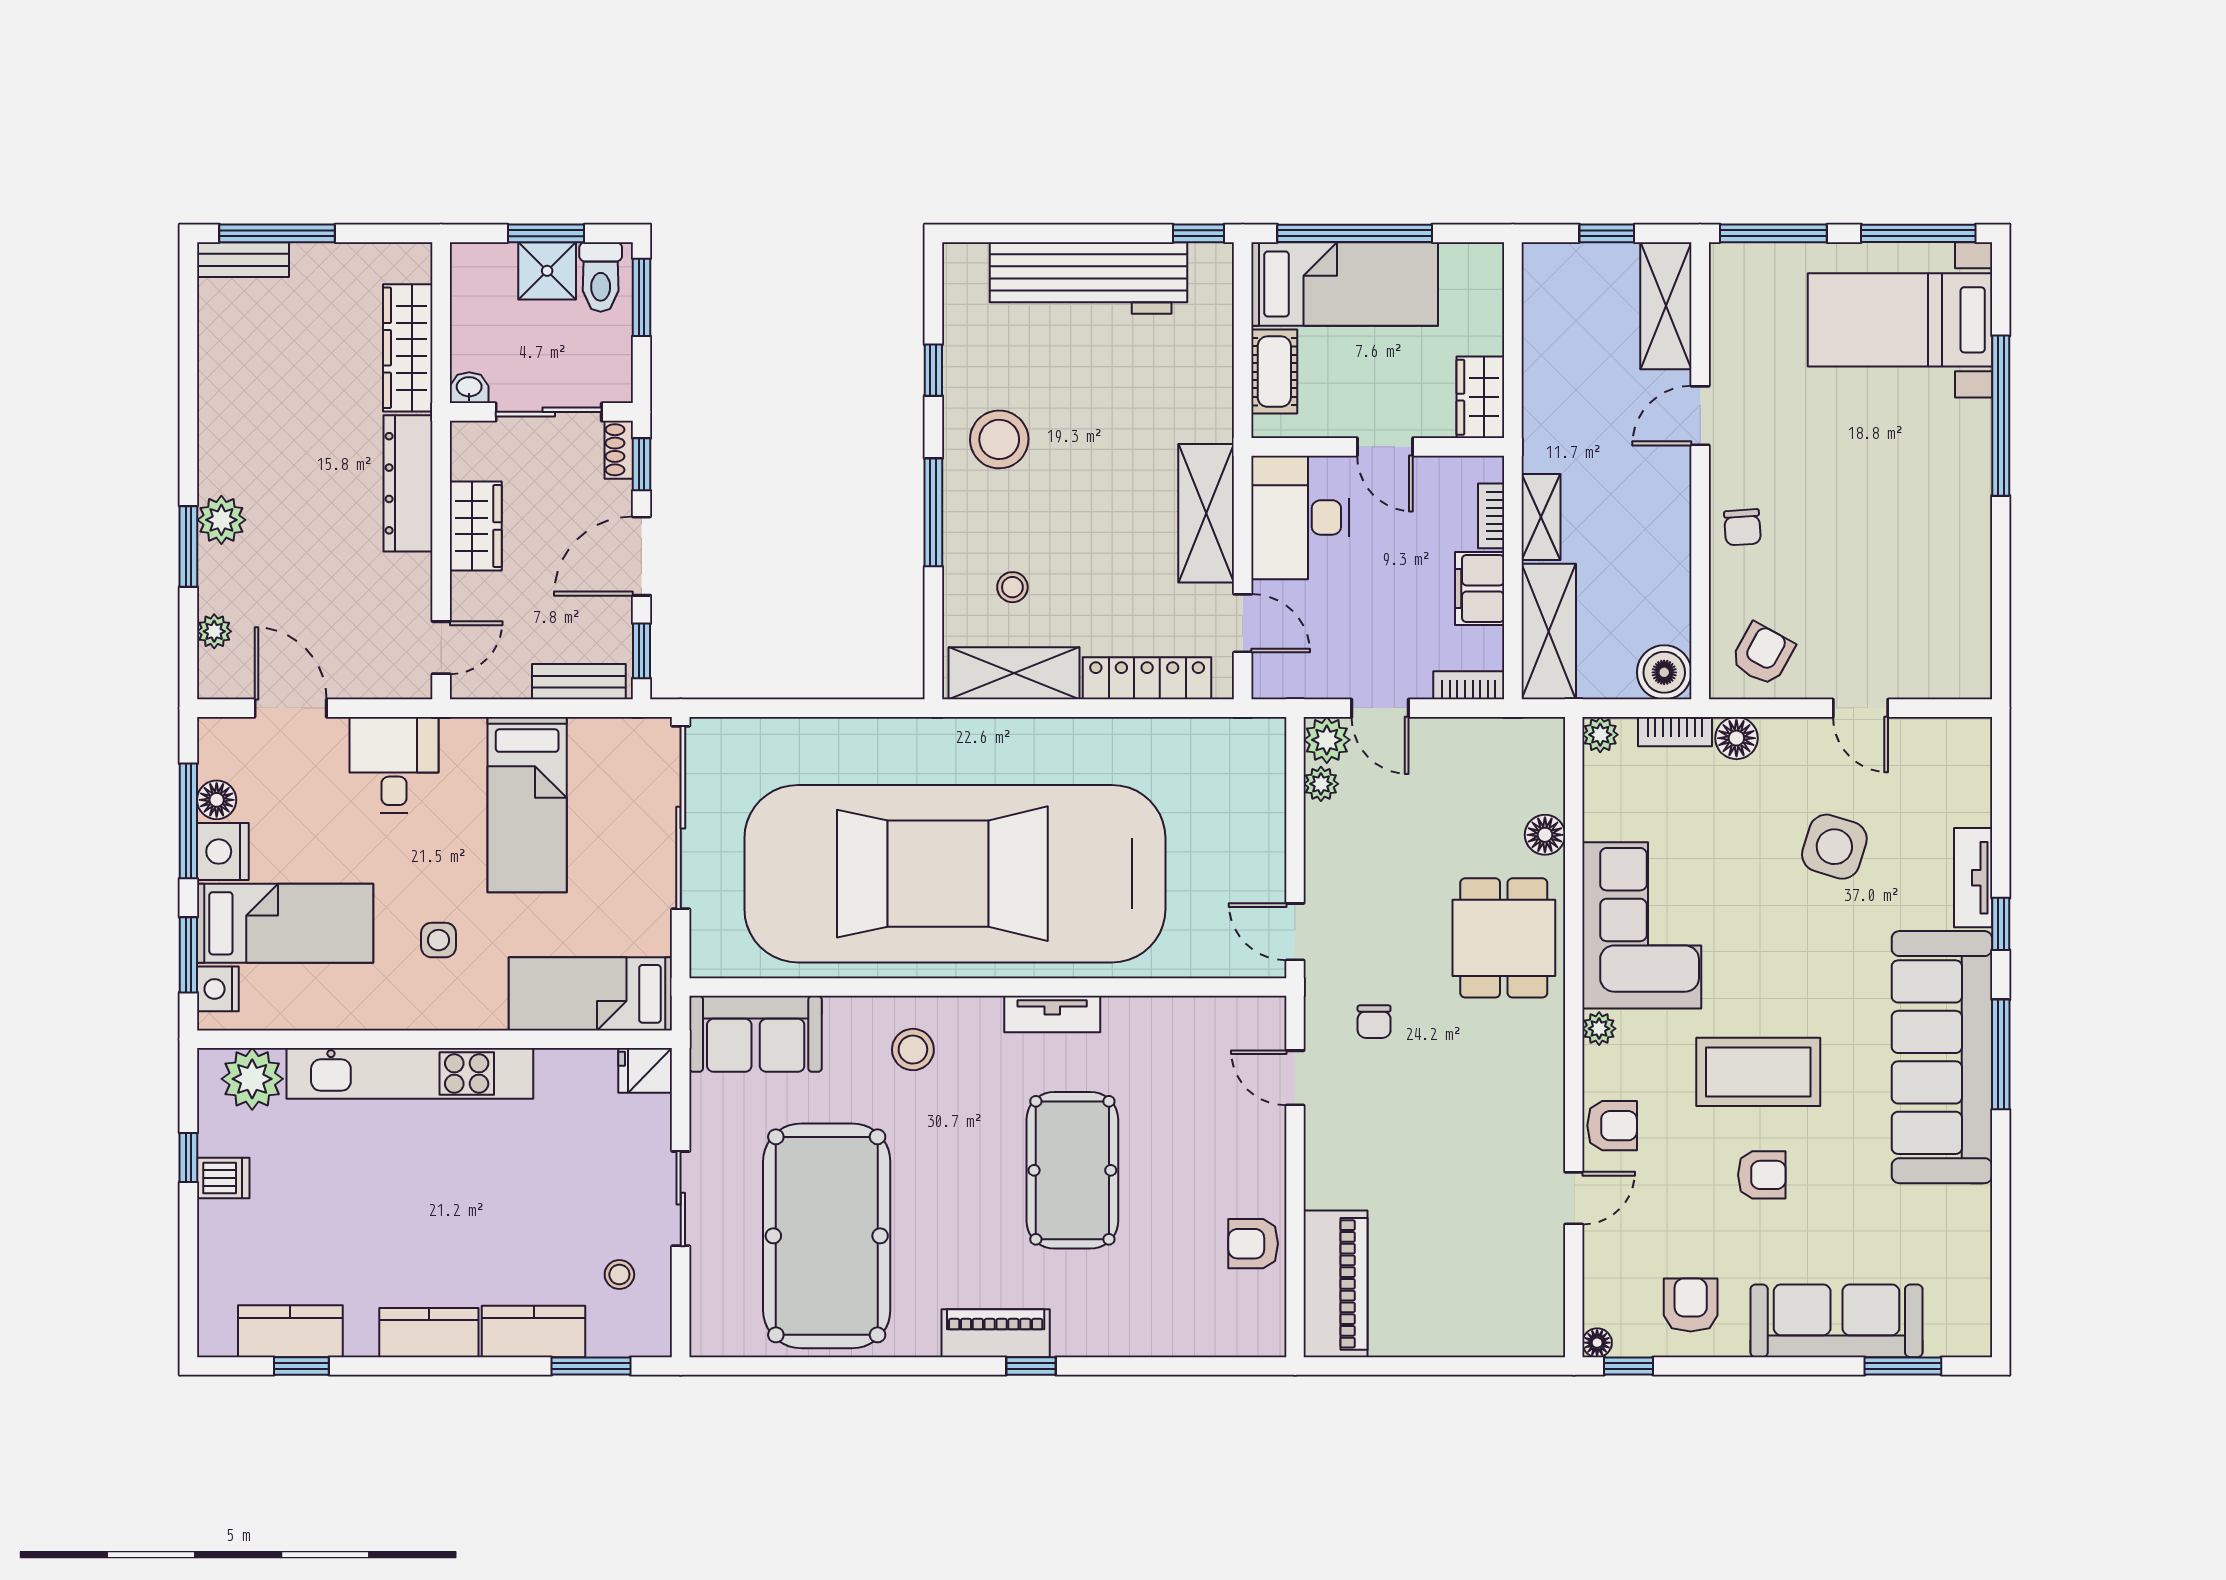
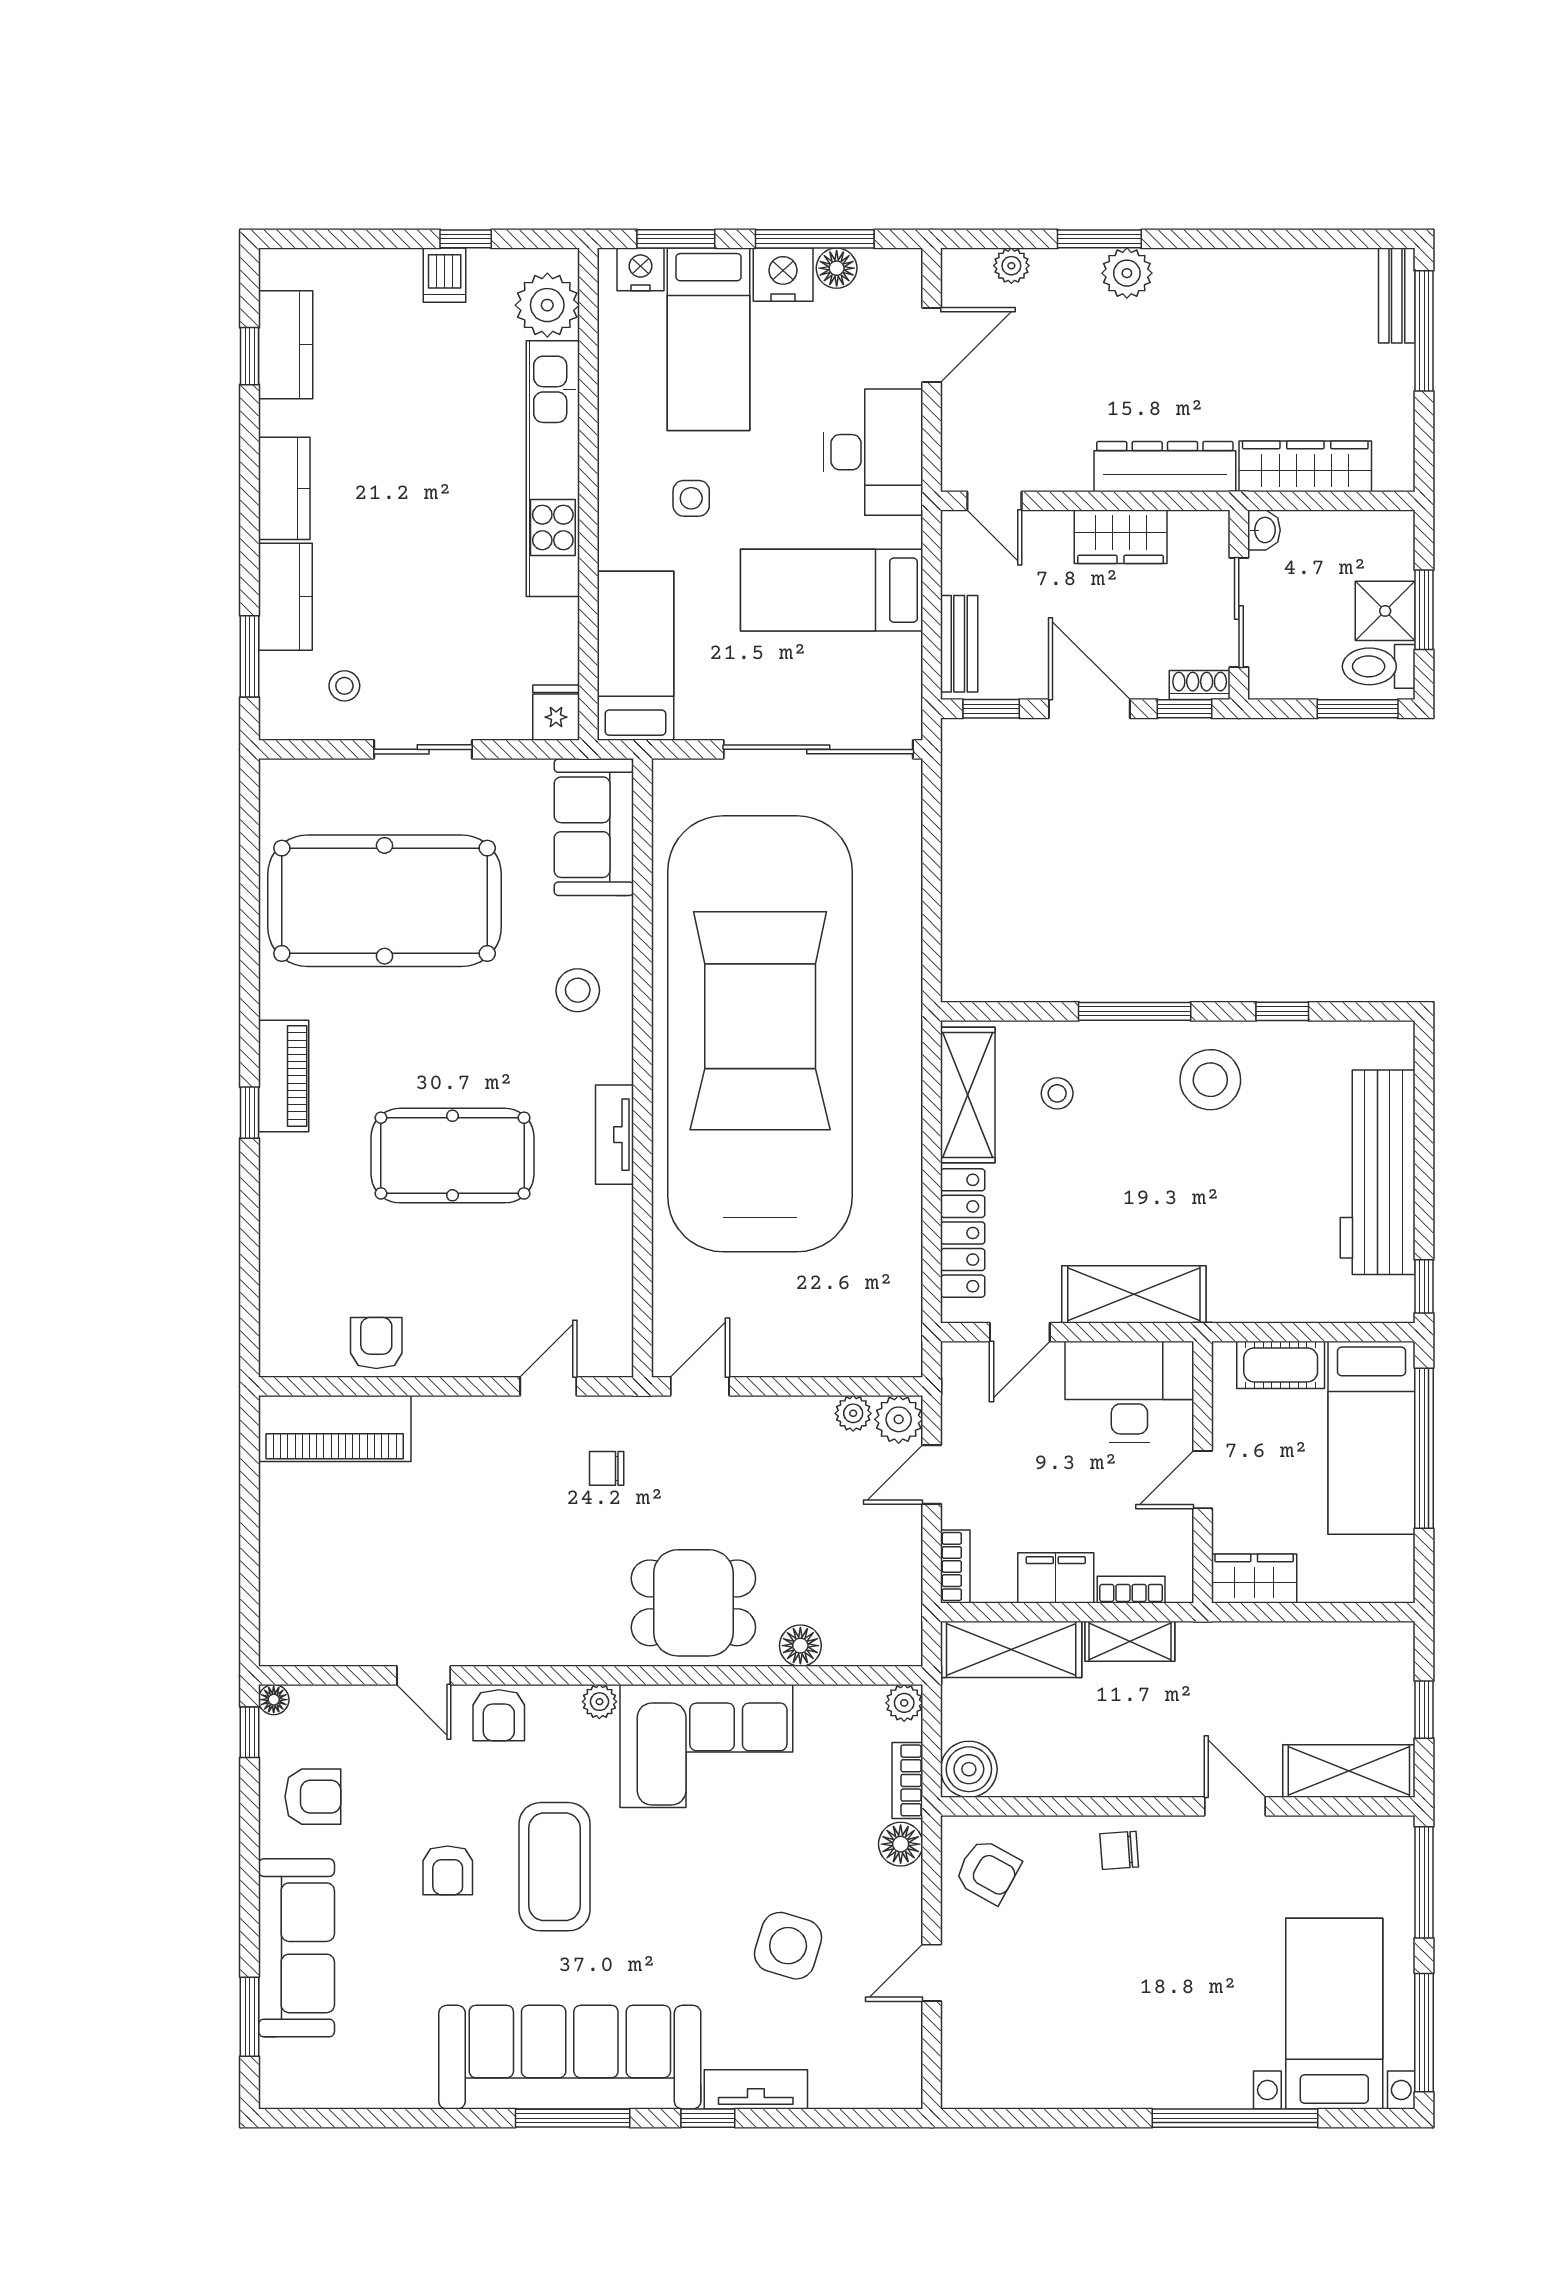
desk: (394, 765) -> (873, 452), width x1.37

